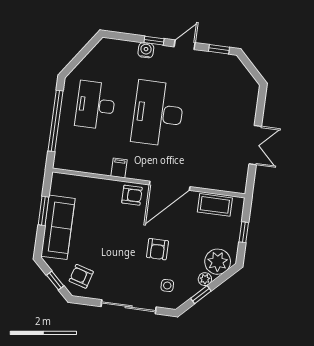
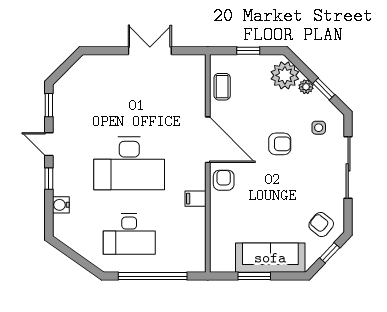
water cooler: (146, 50) -> (61, 205), moved
coffee table: (215, 205) -> (222, 87), width x0.73, depth x0.77
armchair: (81, 276) -> (321, 225), turned 113

